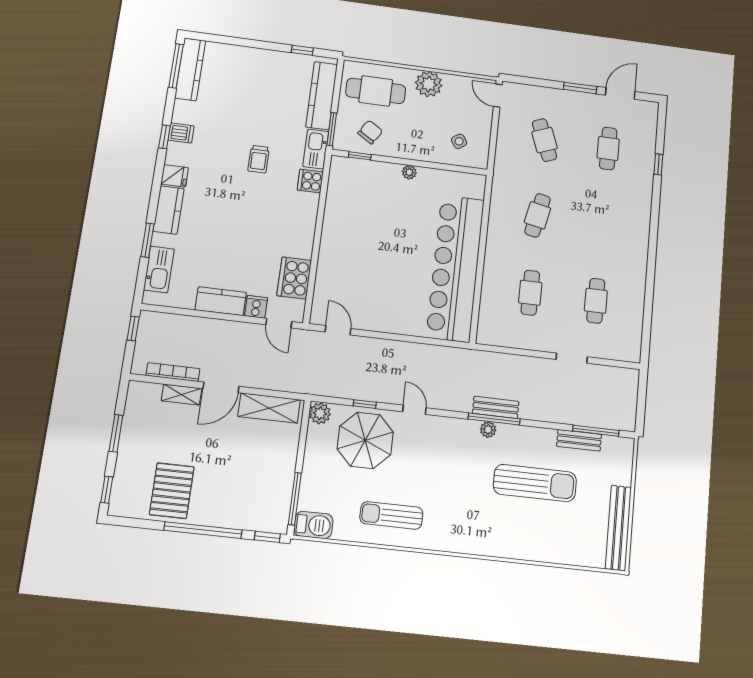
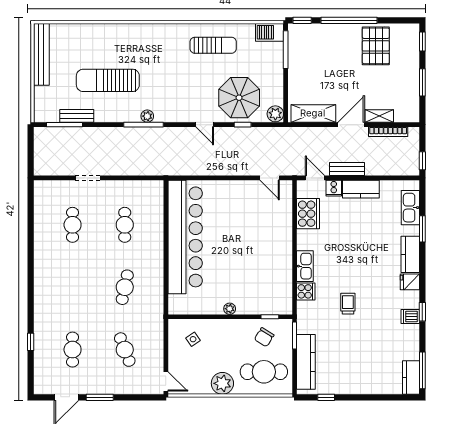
kitchen counter: (190, 69) -> (411, 378), width x0.67
kitchen sink: (316, 149) -> (305, 266), moved
bench: (496, 407) -> (347, 169), moved

